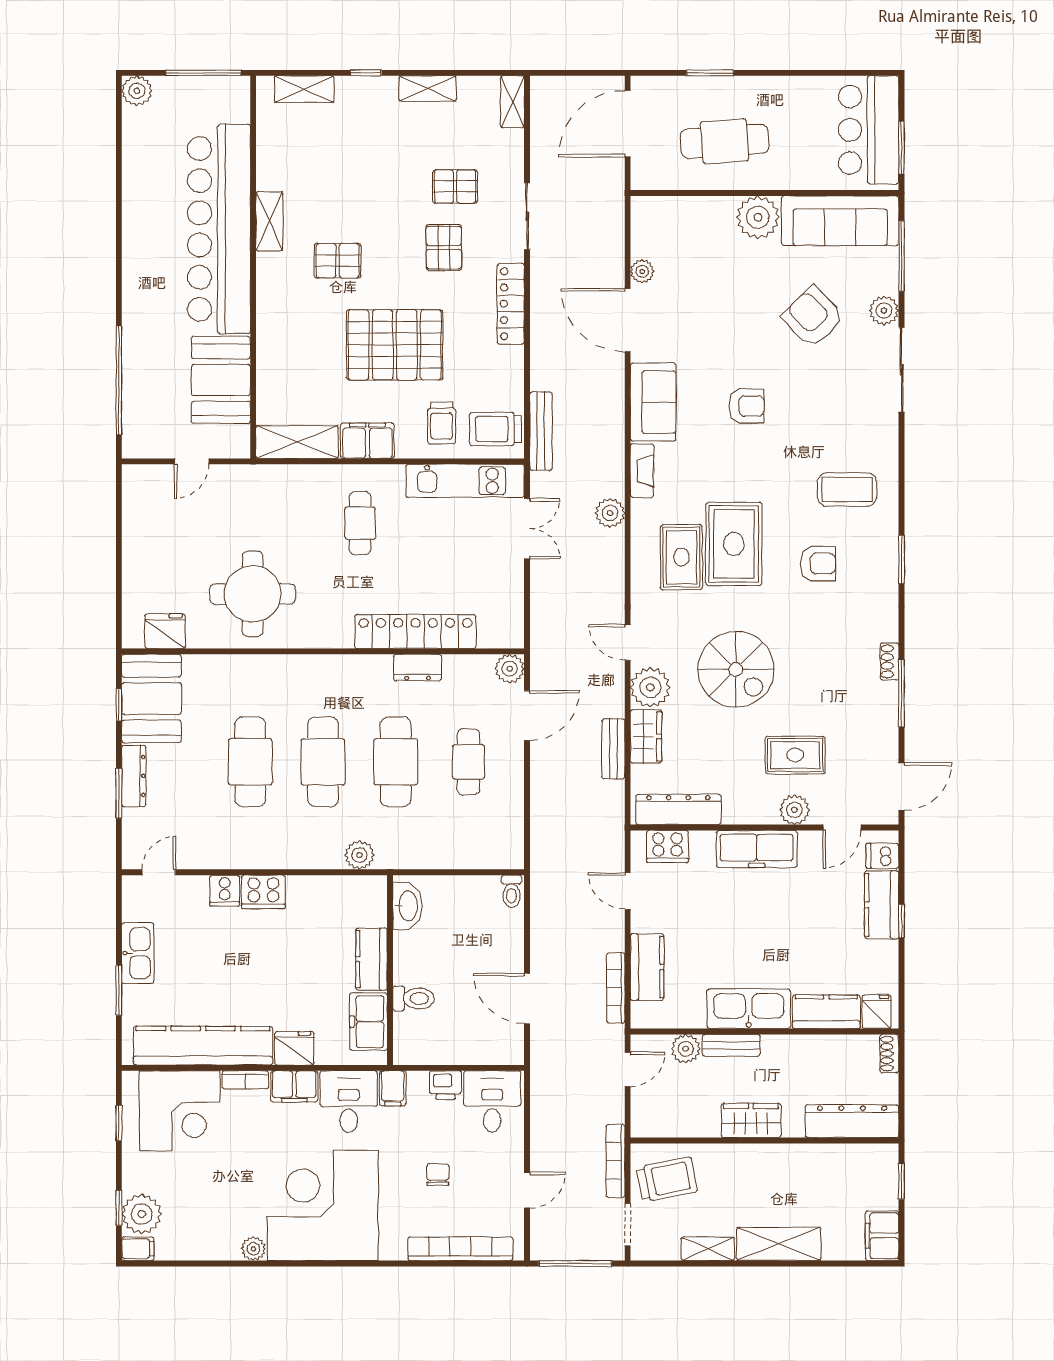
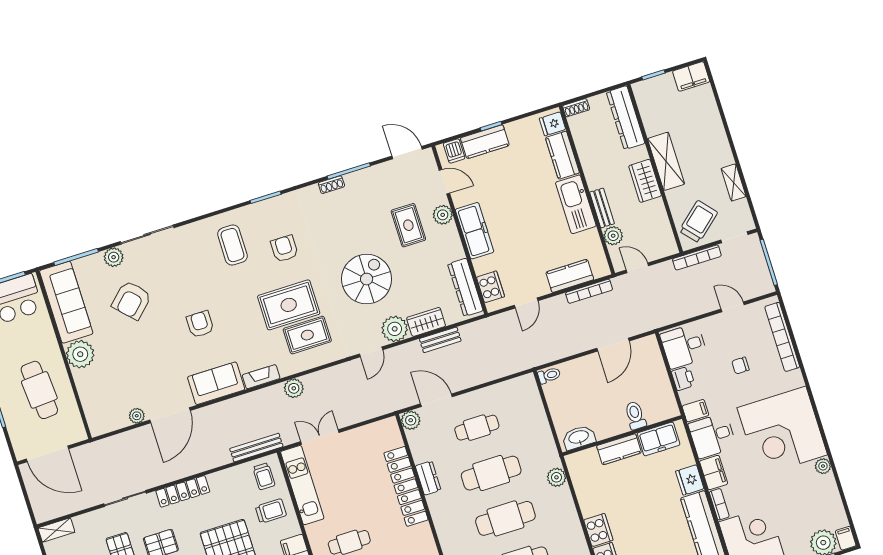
trolley: (495, 429) -> (264, 476), width x0.73, depth x0.72
trolley: (667, 1179) -> (698, 222), turned 60
shelving: (779, 1244) -> (666, 161), moved

